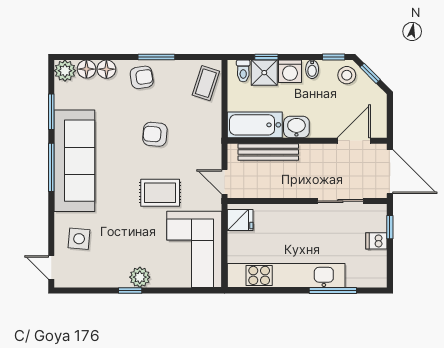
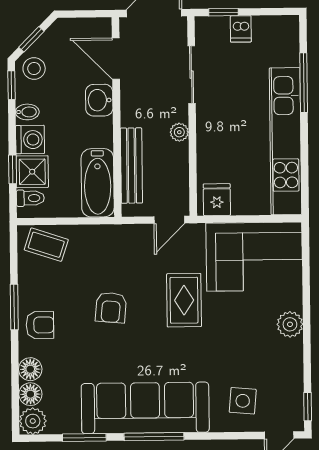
armchair: (142, 77) -> (40, 325), turned 99
washbasin: (296, 127) -> (99, 100), moved
plant: (294, 191) -> (179, 132), added
window: (130, 291) -> (308, 407), moved

